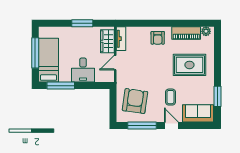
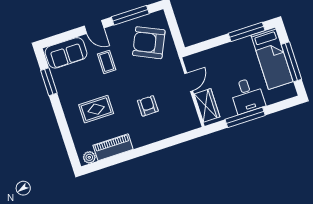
window: (82, 23) -> (245, 117), width x1.44
armchair: (158, 38) -> (148, 106), moved
tv unit: (121, 39) -> (191, 114), removed
rug: (189, 65) -> (96, 109), width x0.73, depth x0.70
desk: (83, 70) -> (247, 95), moved, turned 180
armchair: (135, 101) -> (149, 43), turned 107

